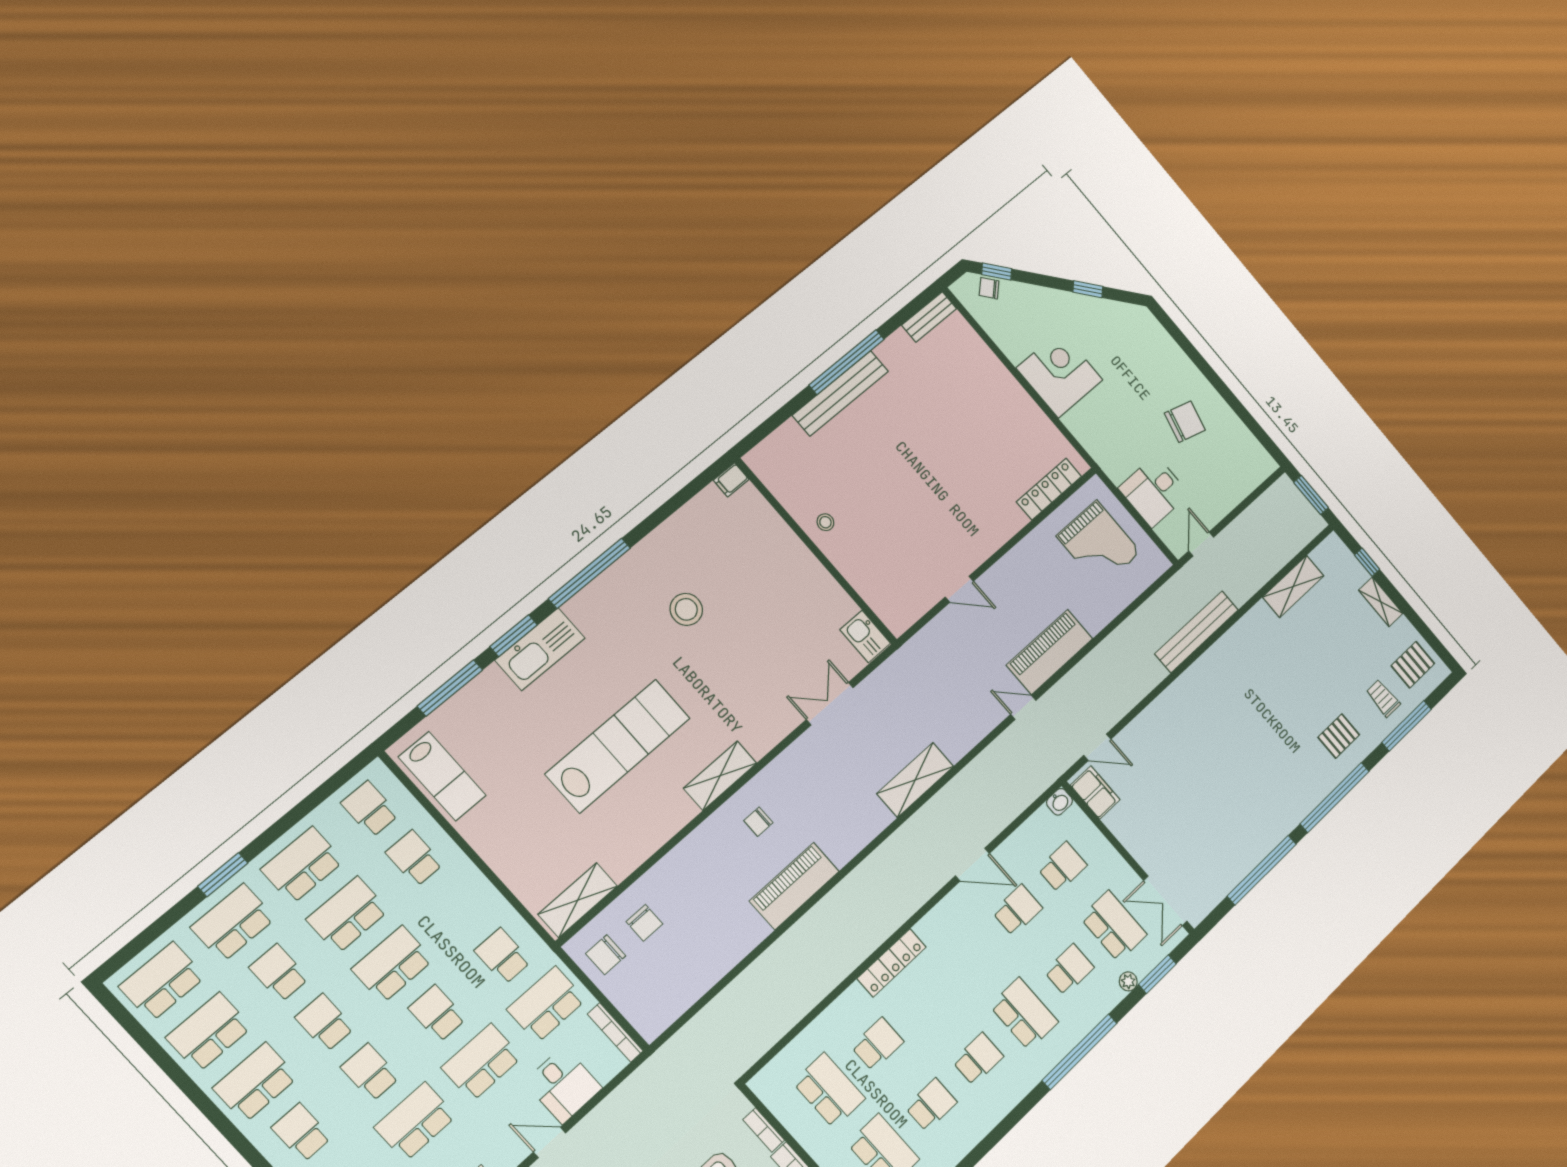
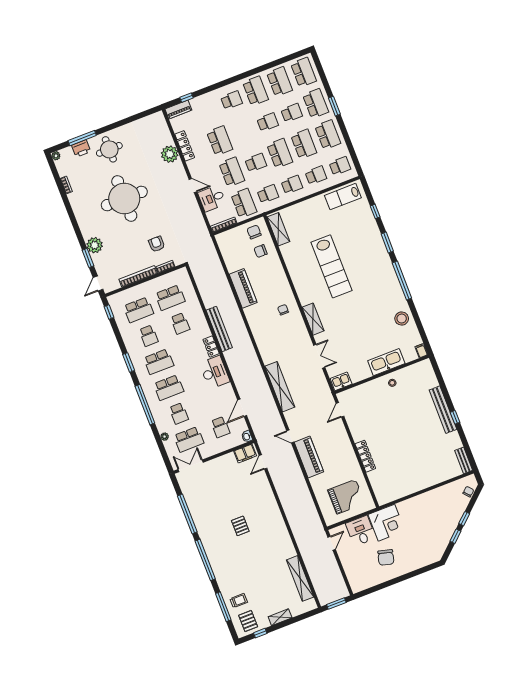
window: (997, 272) -> (464, 519), moved
window: (847, 362) -> (455, 417), width x0.32
corner desk: (1059, 374) -> (386, 523), moved
locker: (1049, 489) -> (365, 456), moved
grand piano: (1099, 544) -> (346, 497), turned 180
door: (1201, 544) -> (332, 543), hinge flipped
window: (1367, 562) -> (260, 633), moved
shelving: (1293, 586) -> (300, 578), width x1.47
door: (959, 589) -> (340, 410), moved
stool: (686, 609) -> (402, 319), moved
bench: (1197, 632) -> (219, 329), moved
kitchen sink: (540, 649) -> (386, 362), moved, turned 90
window: (450, 688) -> (375, 211), width x0.46
door: (1023, 707) -> (290, 436), swing flipped
pallet: (1339, 736) -> (240, 526), moved
shelving: (720, 776) -> (313, 319), moved
shelving: (915, 780) -> (280, 387), width x1.47
door: (972, 865) -> (242, 408), moved
piano: (794, 886) -> (243, 288), moved
school desk: (1017, 910) -> (210, 401), removed
desk: (953, 925) -> (215, 372), added
locker: (892, 963) -> (211, 346), width x0.66
window: (1157, 974) -> (129, 362), moved
school desk: (978, 1059) -> (159, 362), width x1.85
school desk: (370, 1072) -> (292, 185), moved
door: (550, 1142) -> (193, 186), hinge flipped

